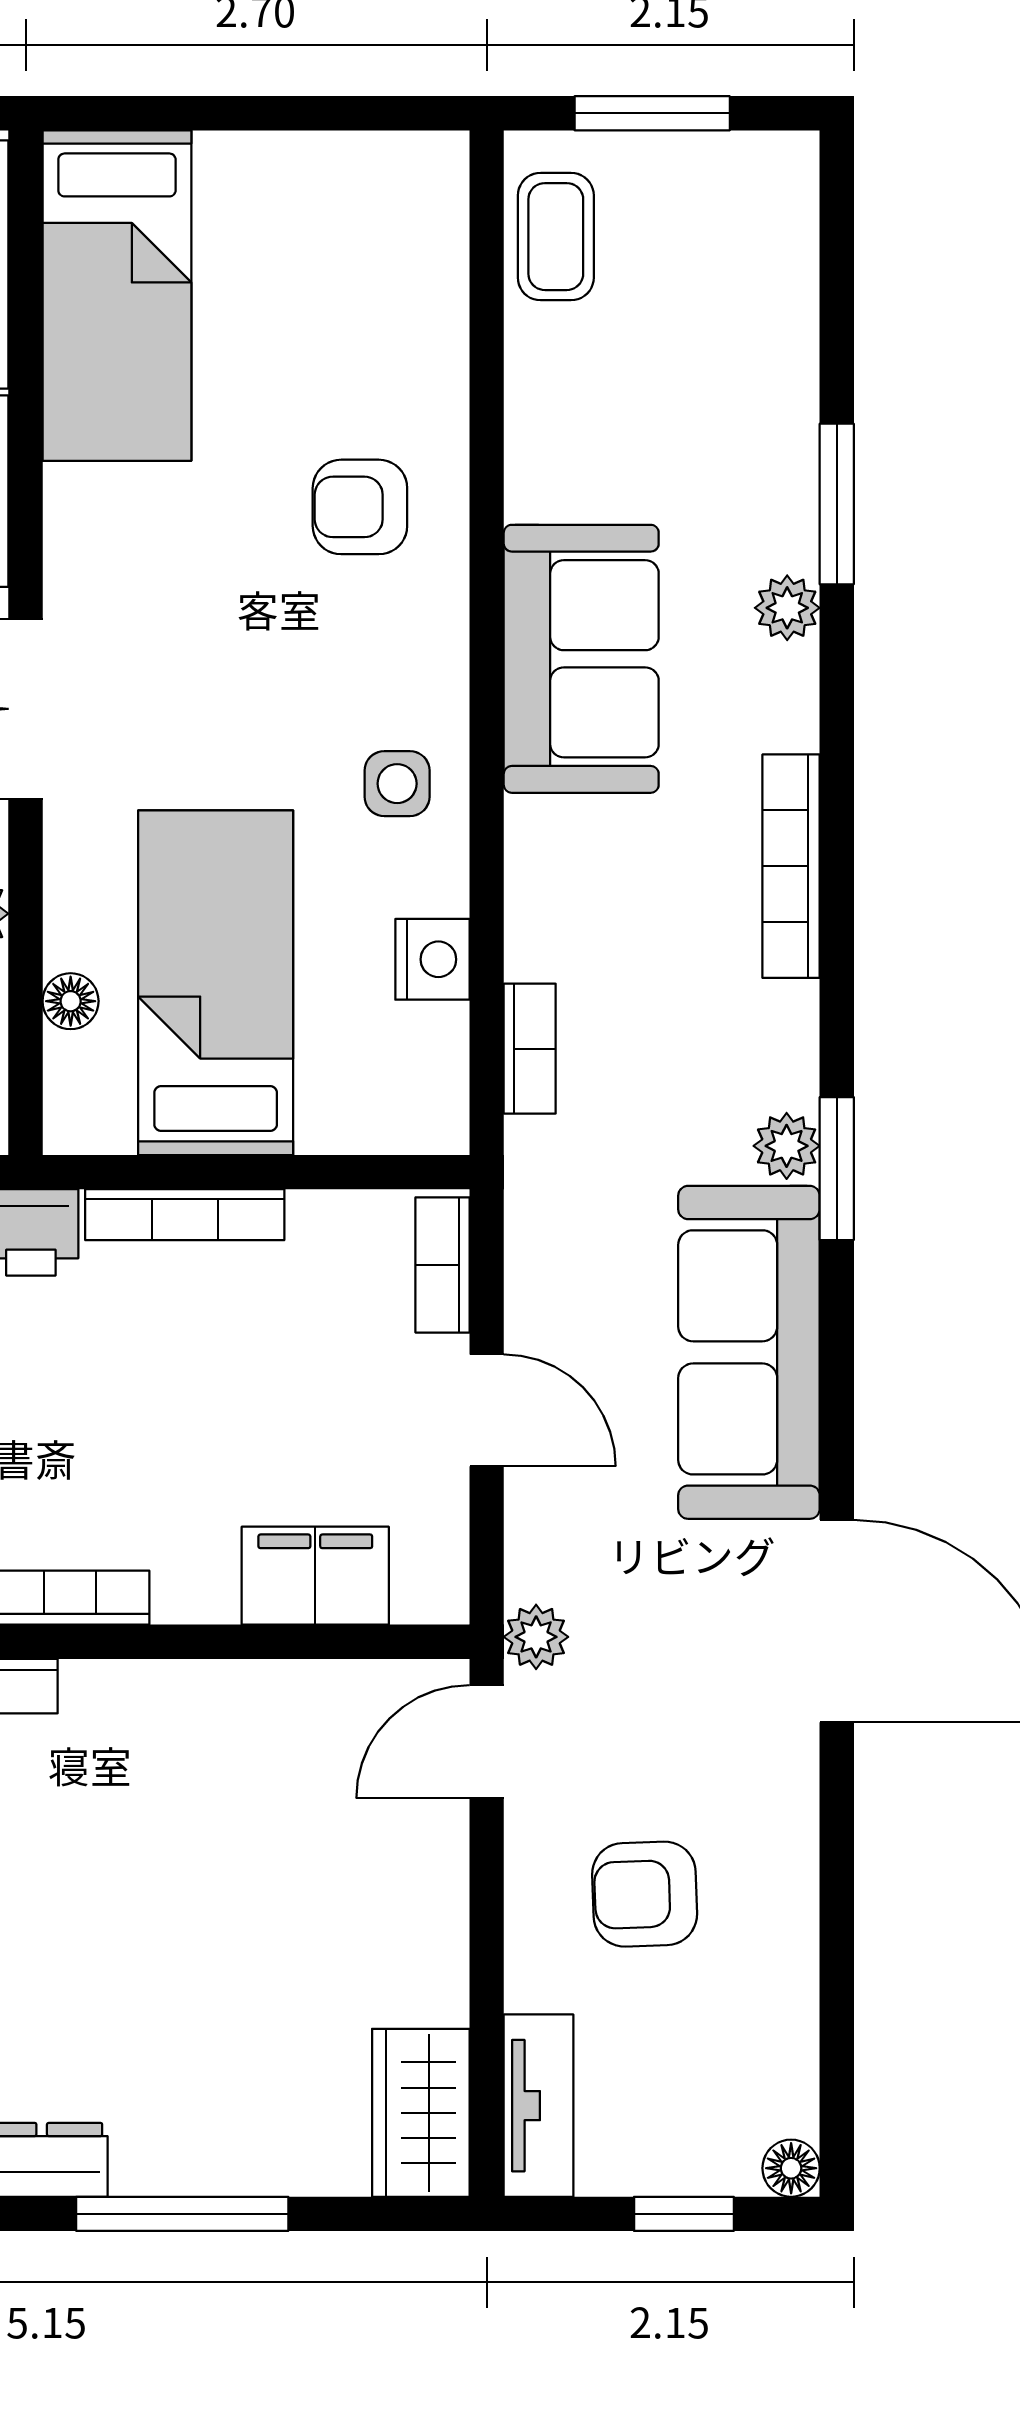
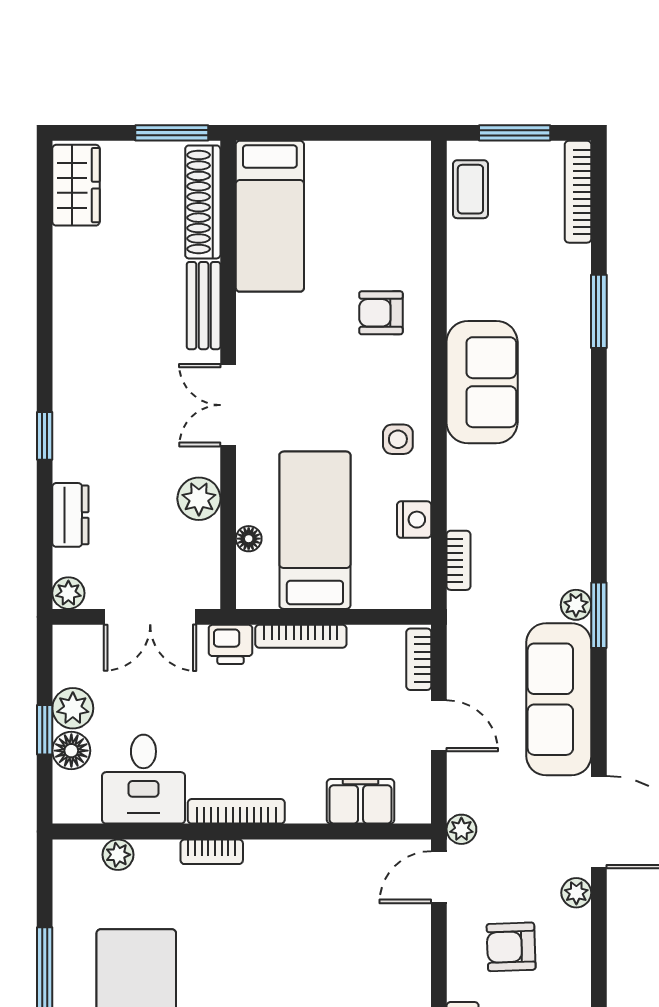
plant: (787, 608) -> (576, 893), moved
bookcase: (791, 866) -> (578, 192), moved

